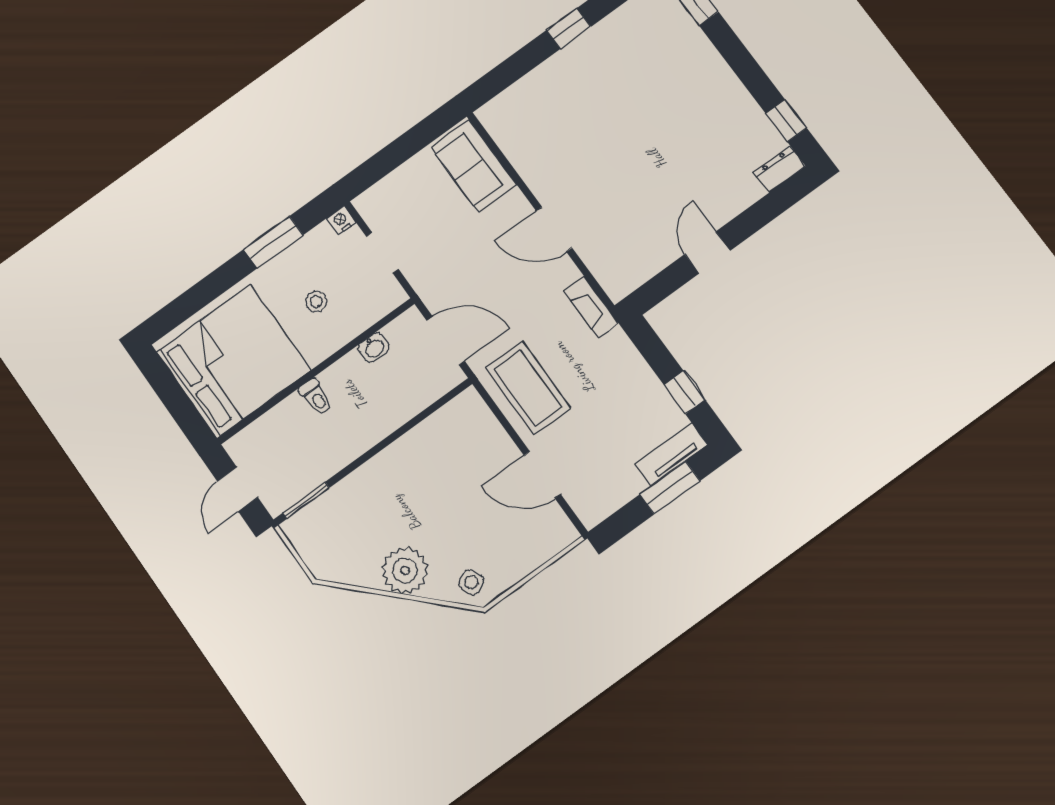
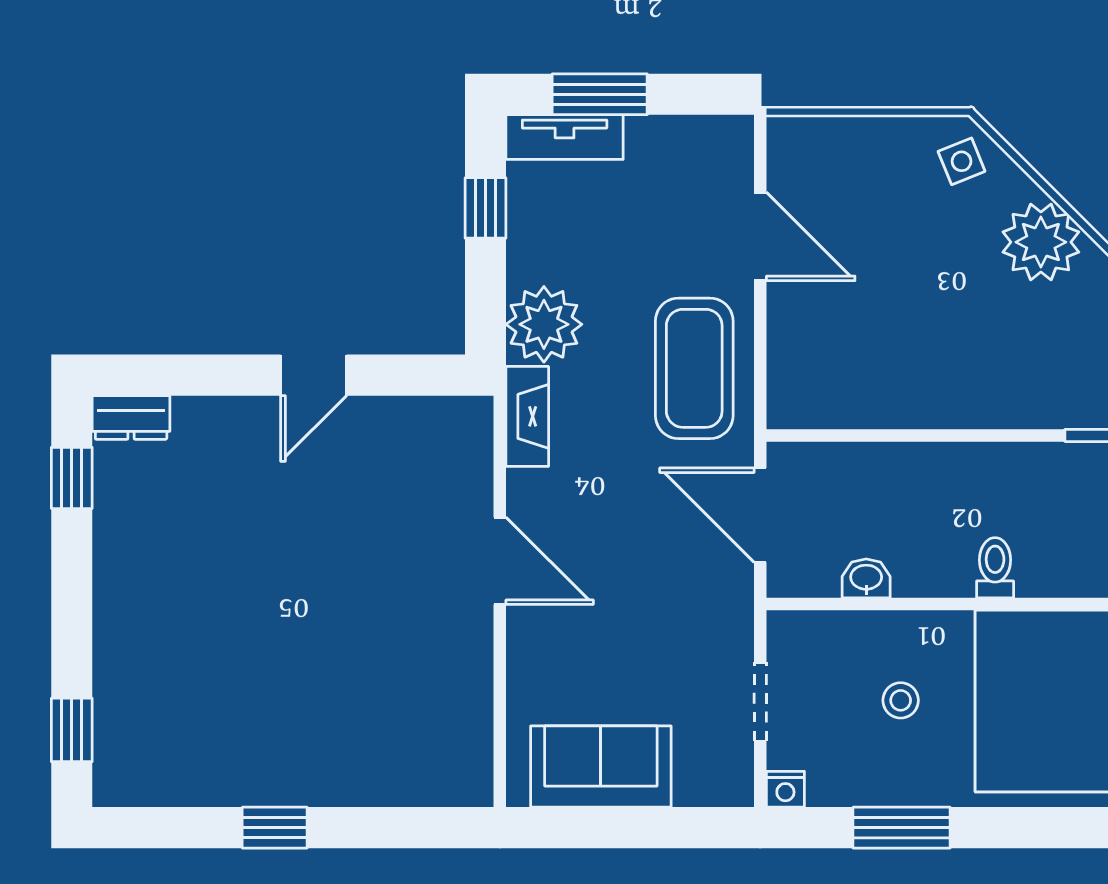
sofa: (474, 166) -> (601, 767), moved, turned -90
plant: (615, 357) -> (544, 324), added

